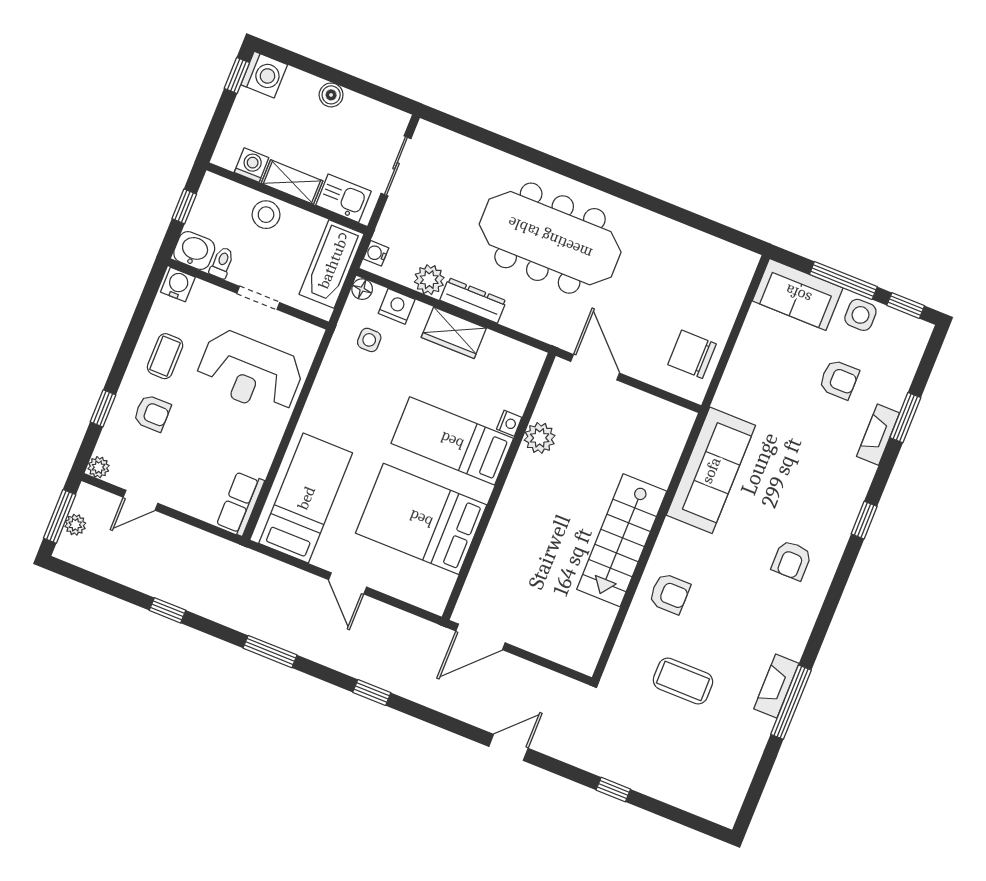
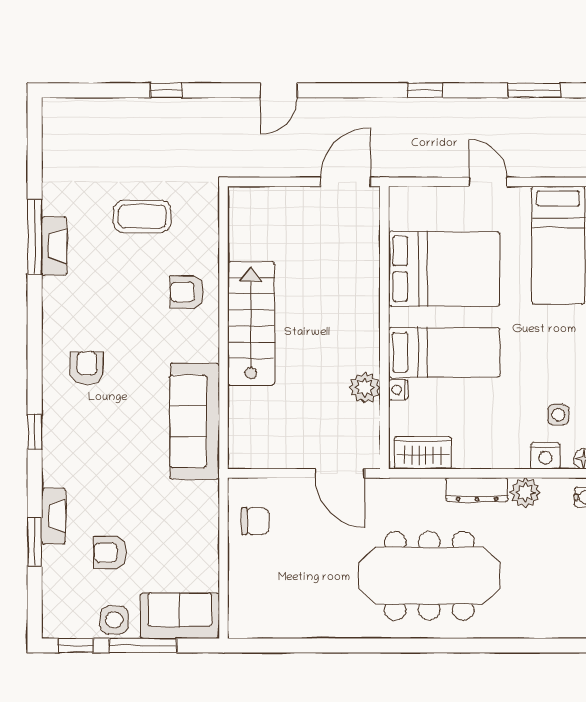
wardrobe: (454, 333) -> (423, 453), moved
chair: (692, 354) -> (255, 521), width x0.73, depth x0.73

